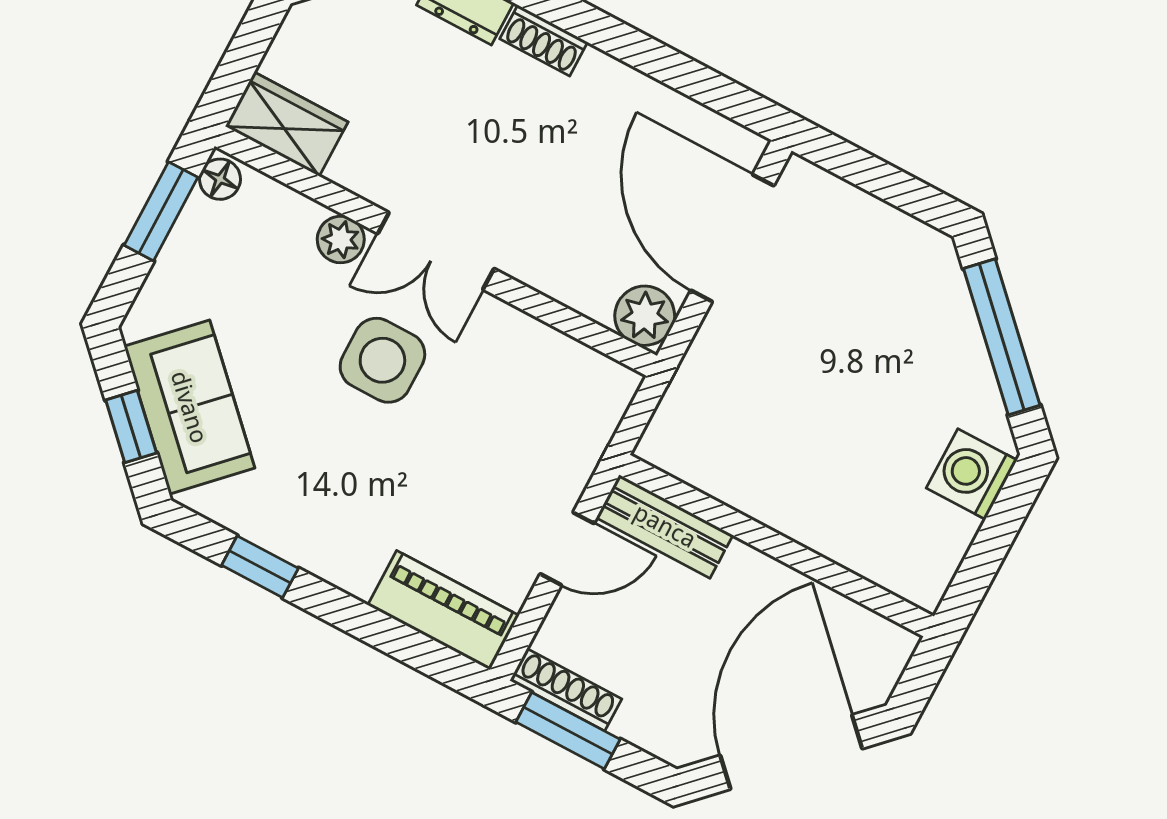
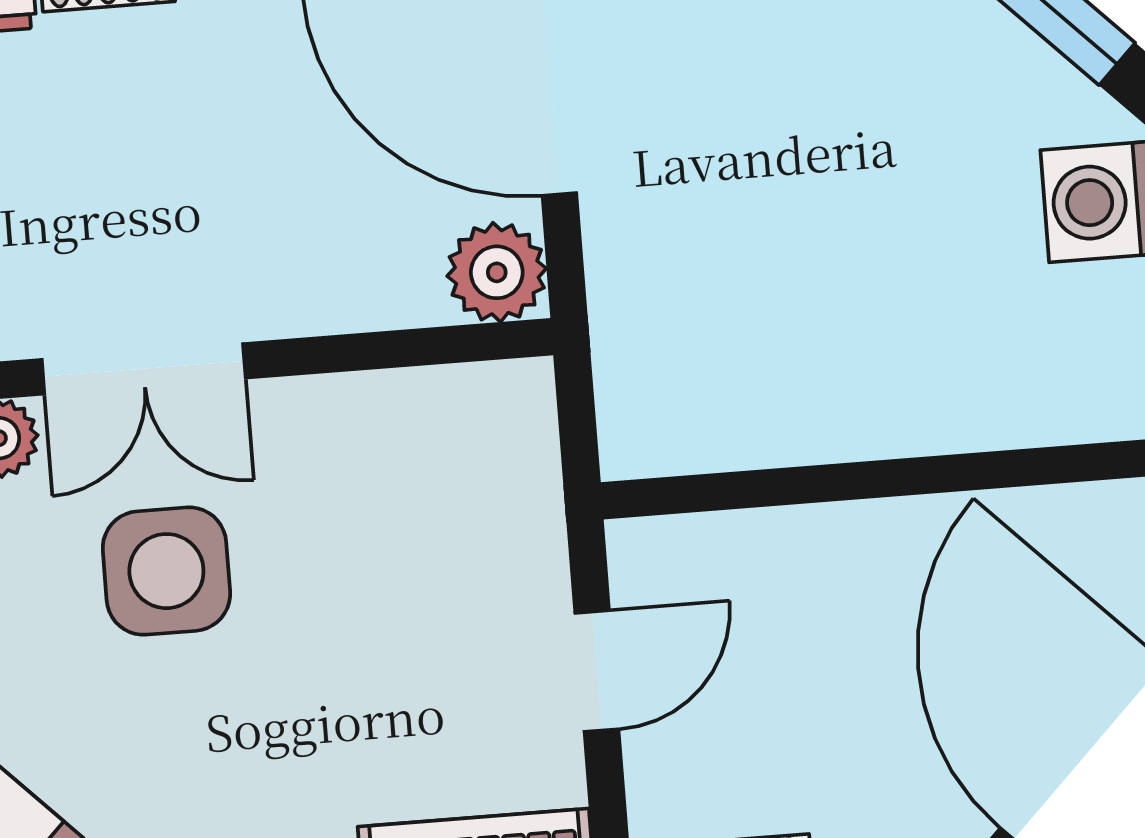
bench: (665, 526) -> (714, 552), removed

